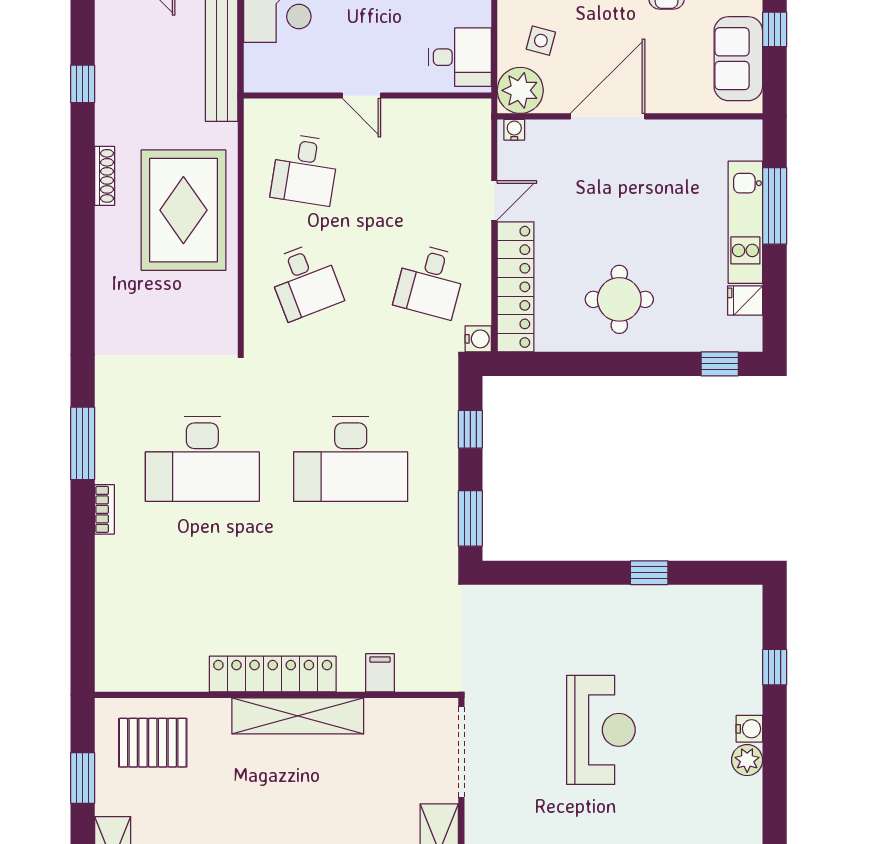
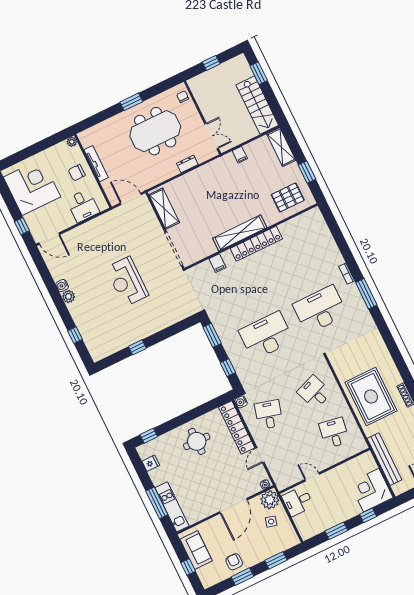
door: (362, 96) -> (312, 477), moved
kitchen unit: (745, 222) -> (172, 507), moved
water cooler: (749, 729) -> (62, 286), moved

